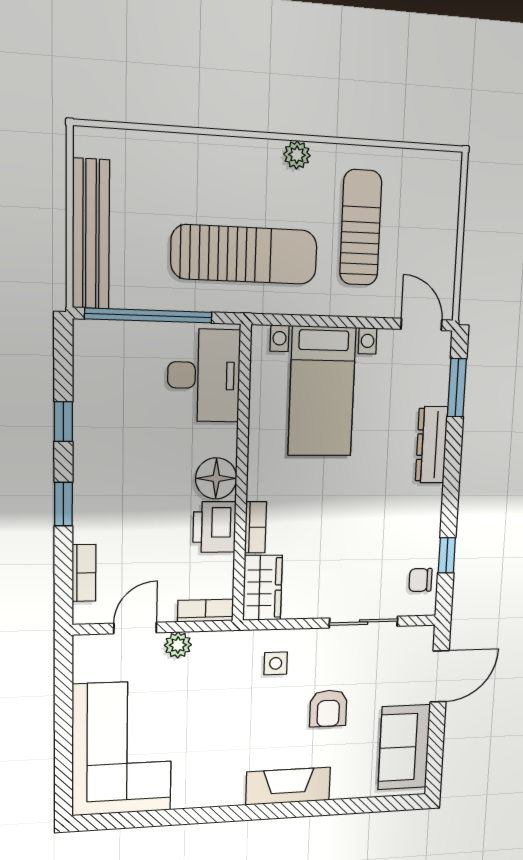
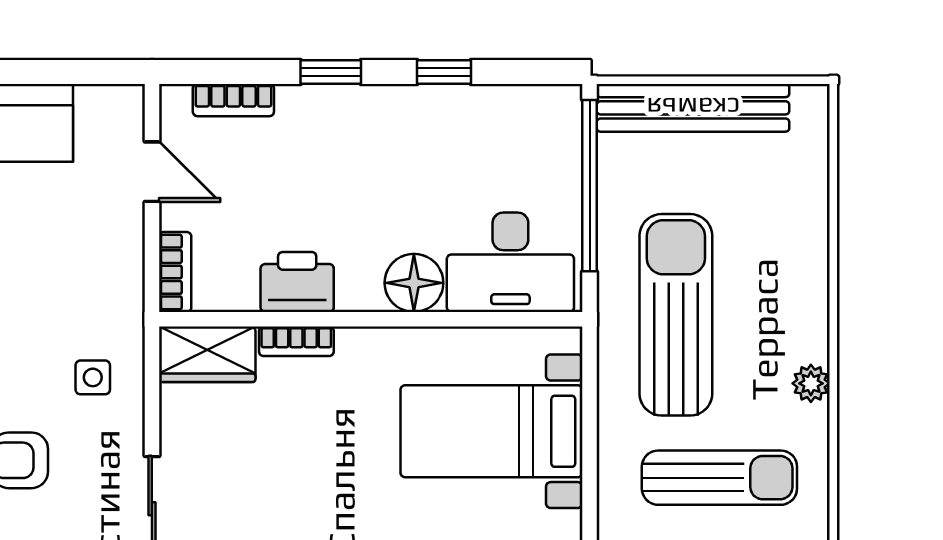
sun lounger: (244, 254) -> (676, 315), turned 180
floor lamp: (216, 478) -> (414, 283), moved
plant: (178, 645) -> (125, 233), removed

